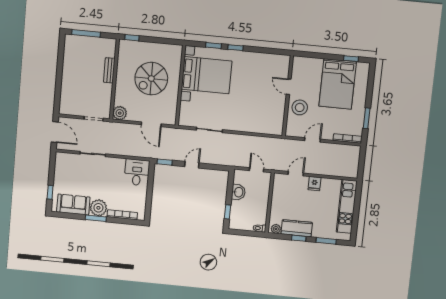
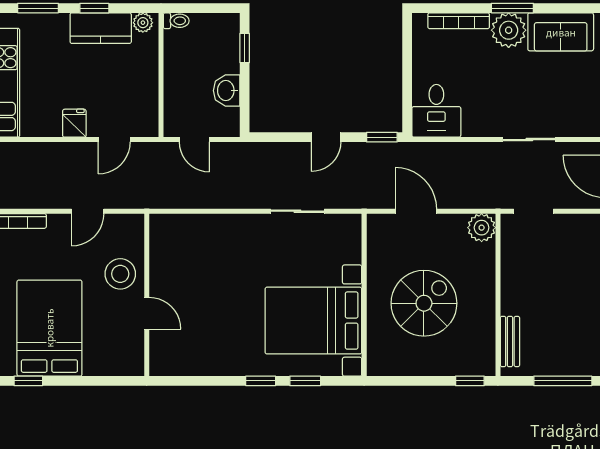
bench: (109, 70) -> (510, 341), moved

